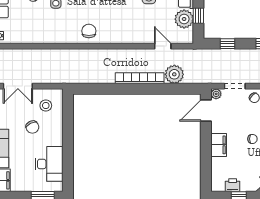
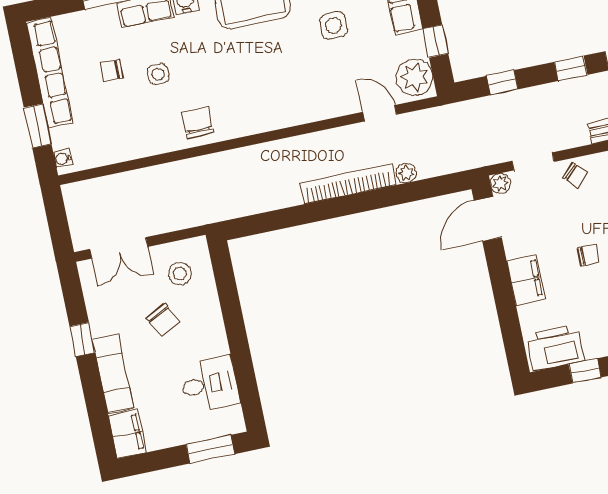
plant: (184, 19) -> (415, 77), moved
chair: (89, 31) -> (198, 123), moved
plant: (174, 74) -> (406, 173), width x0.53, depth x0.53
desk: (49, 164) -> (209, 384), width x0.73
printer: (233, 185) -> (555, 348), width x1.87, depth x1.48

